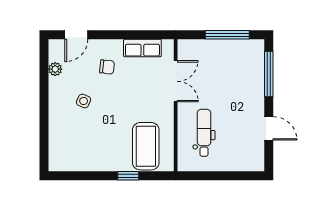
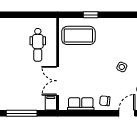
filing cabinet: (185, 50) -> (51, 103), added
chair: (107, 67) -> (105, 101), moved
coffee table: (146, 146) -> (78, 35), turned 90

